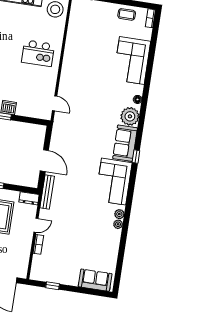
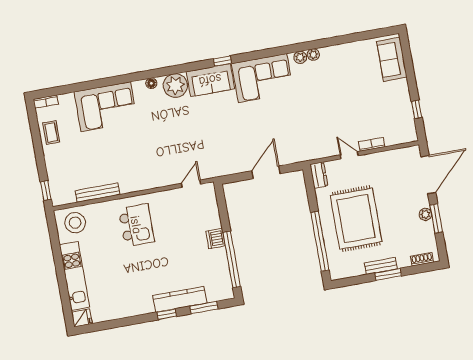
bench: (47, 192) -> (98, 193), moved

